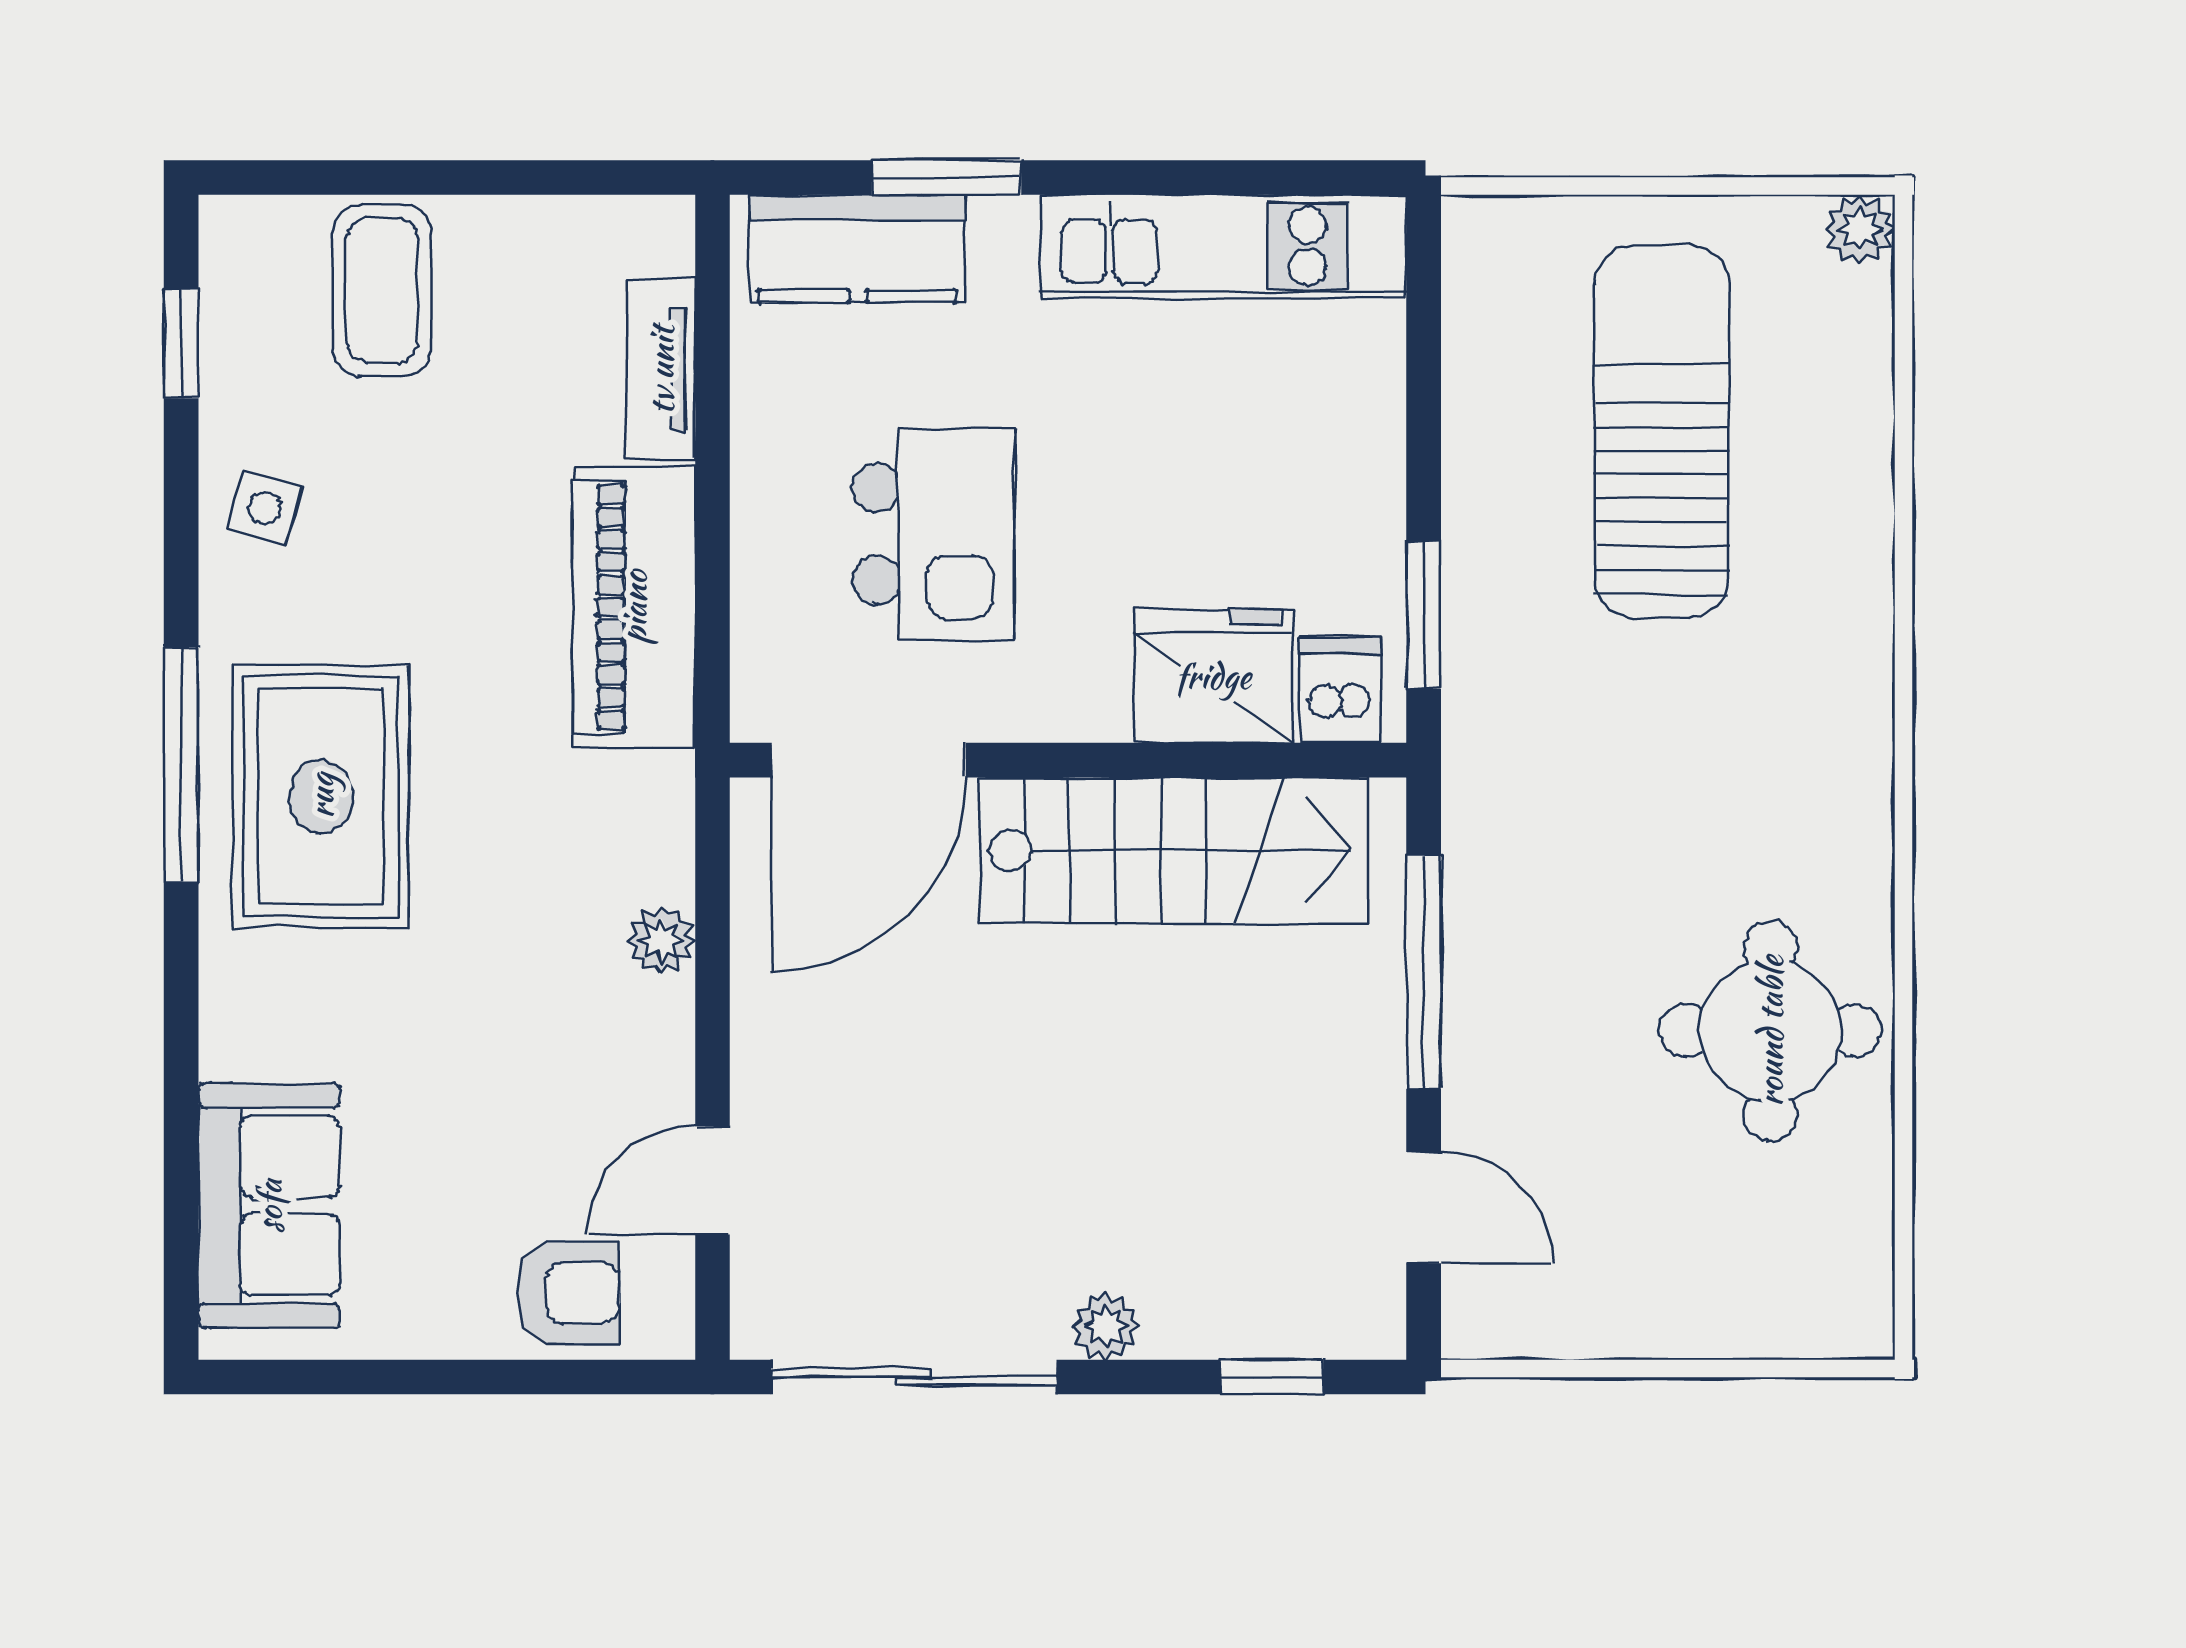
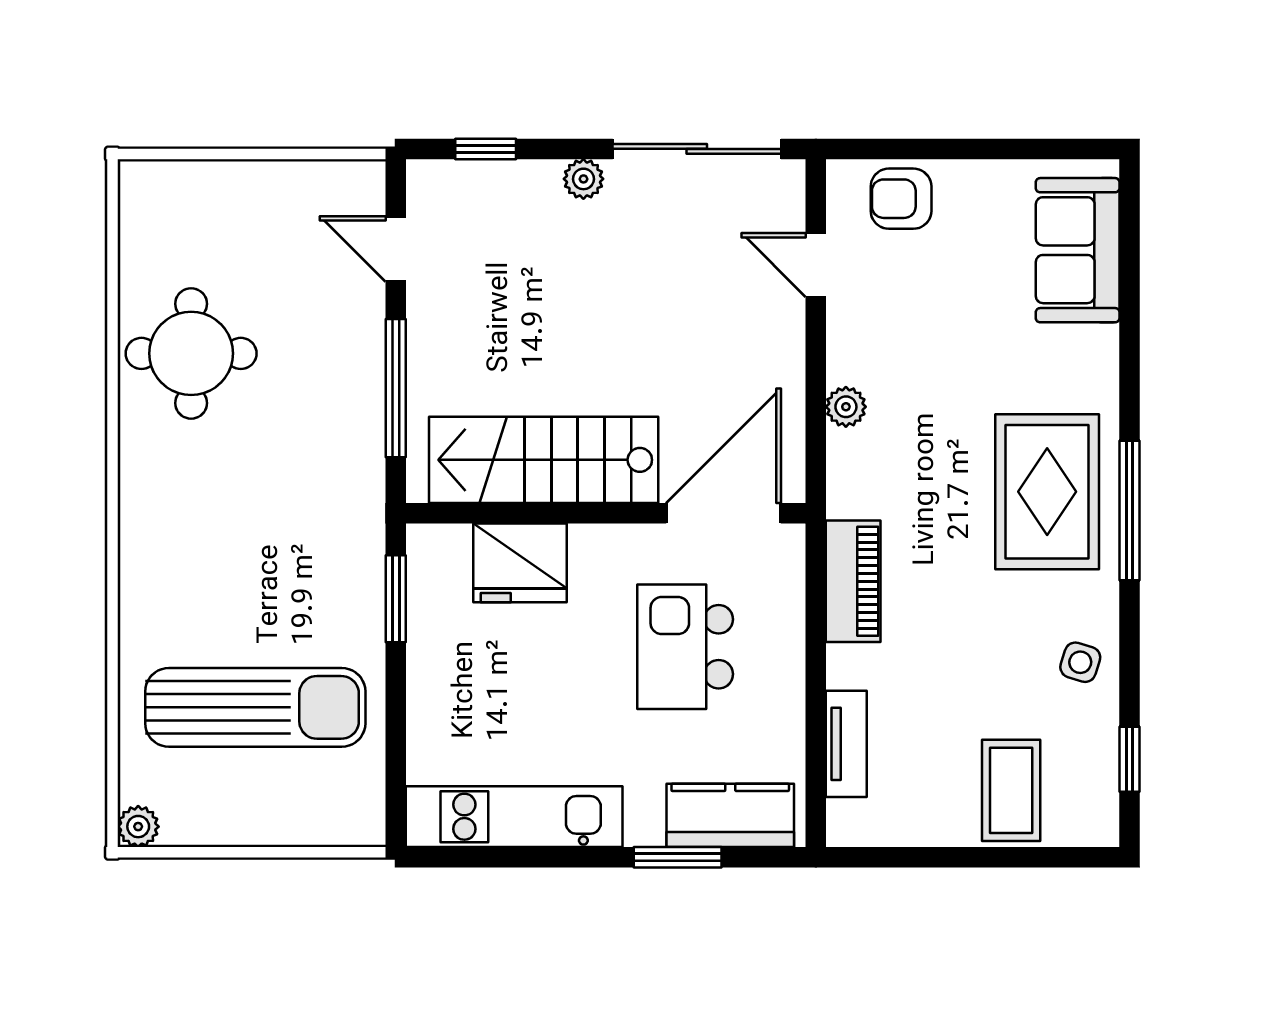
sun lounger: (1662, 431) -> (255, 707), turned -90
piano: (634, 607) -> (853, 581), width x0.73, depth x0.75
dishwasher: (1340, 690) -> (445, 554), removed
door: (712, 1180) -> (816, 265), swing flipped

